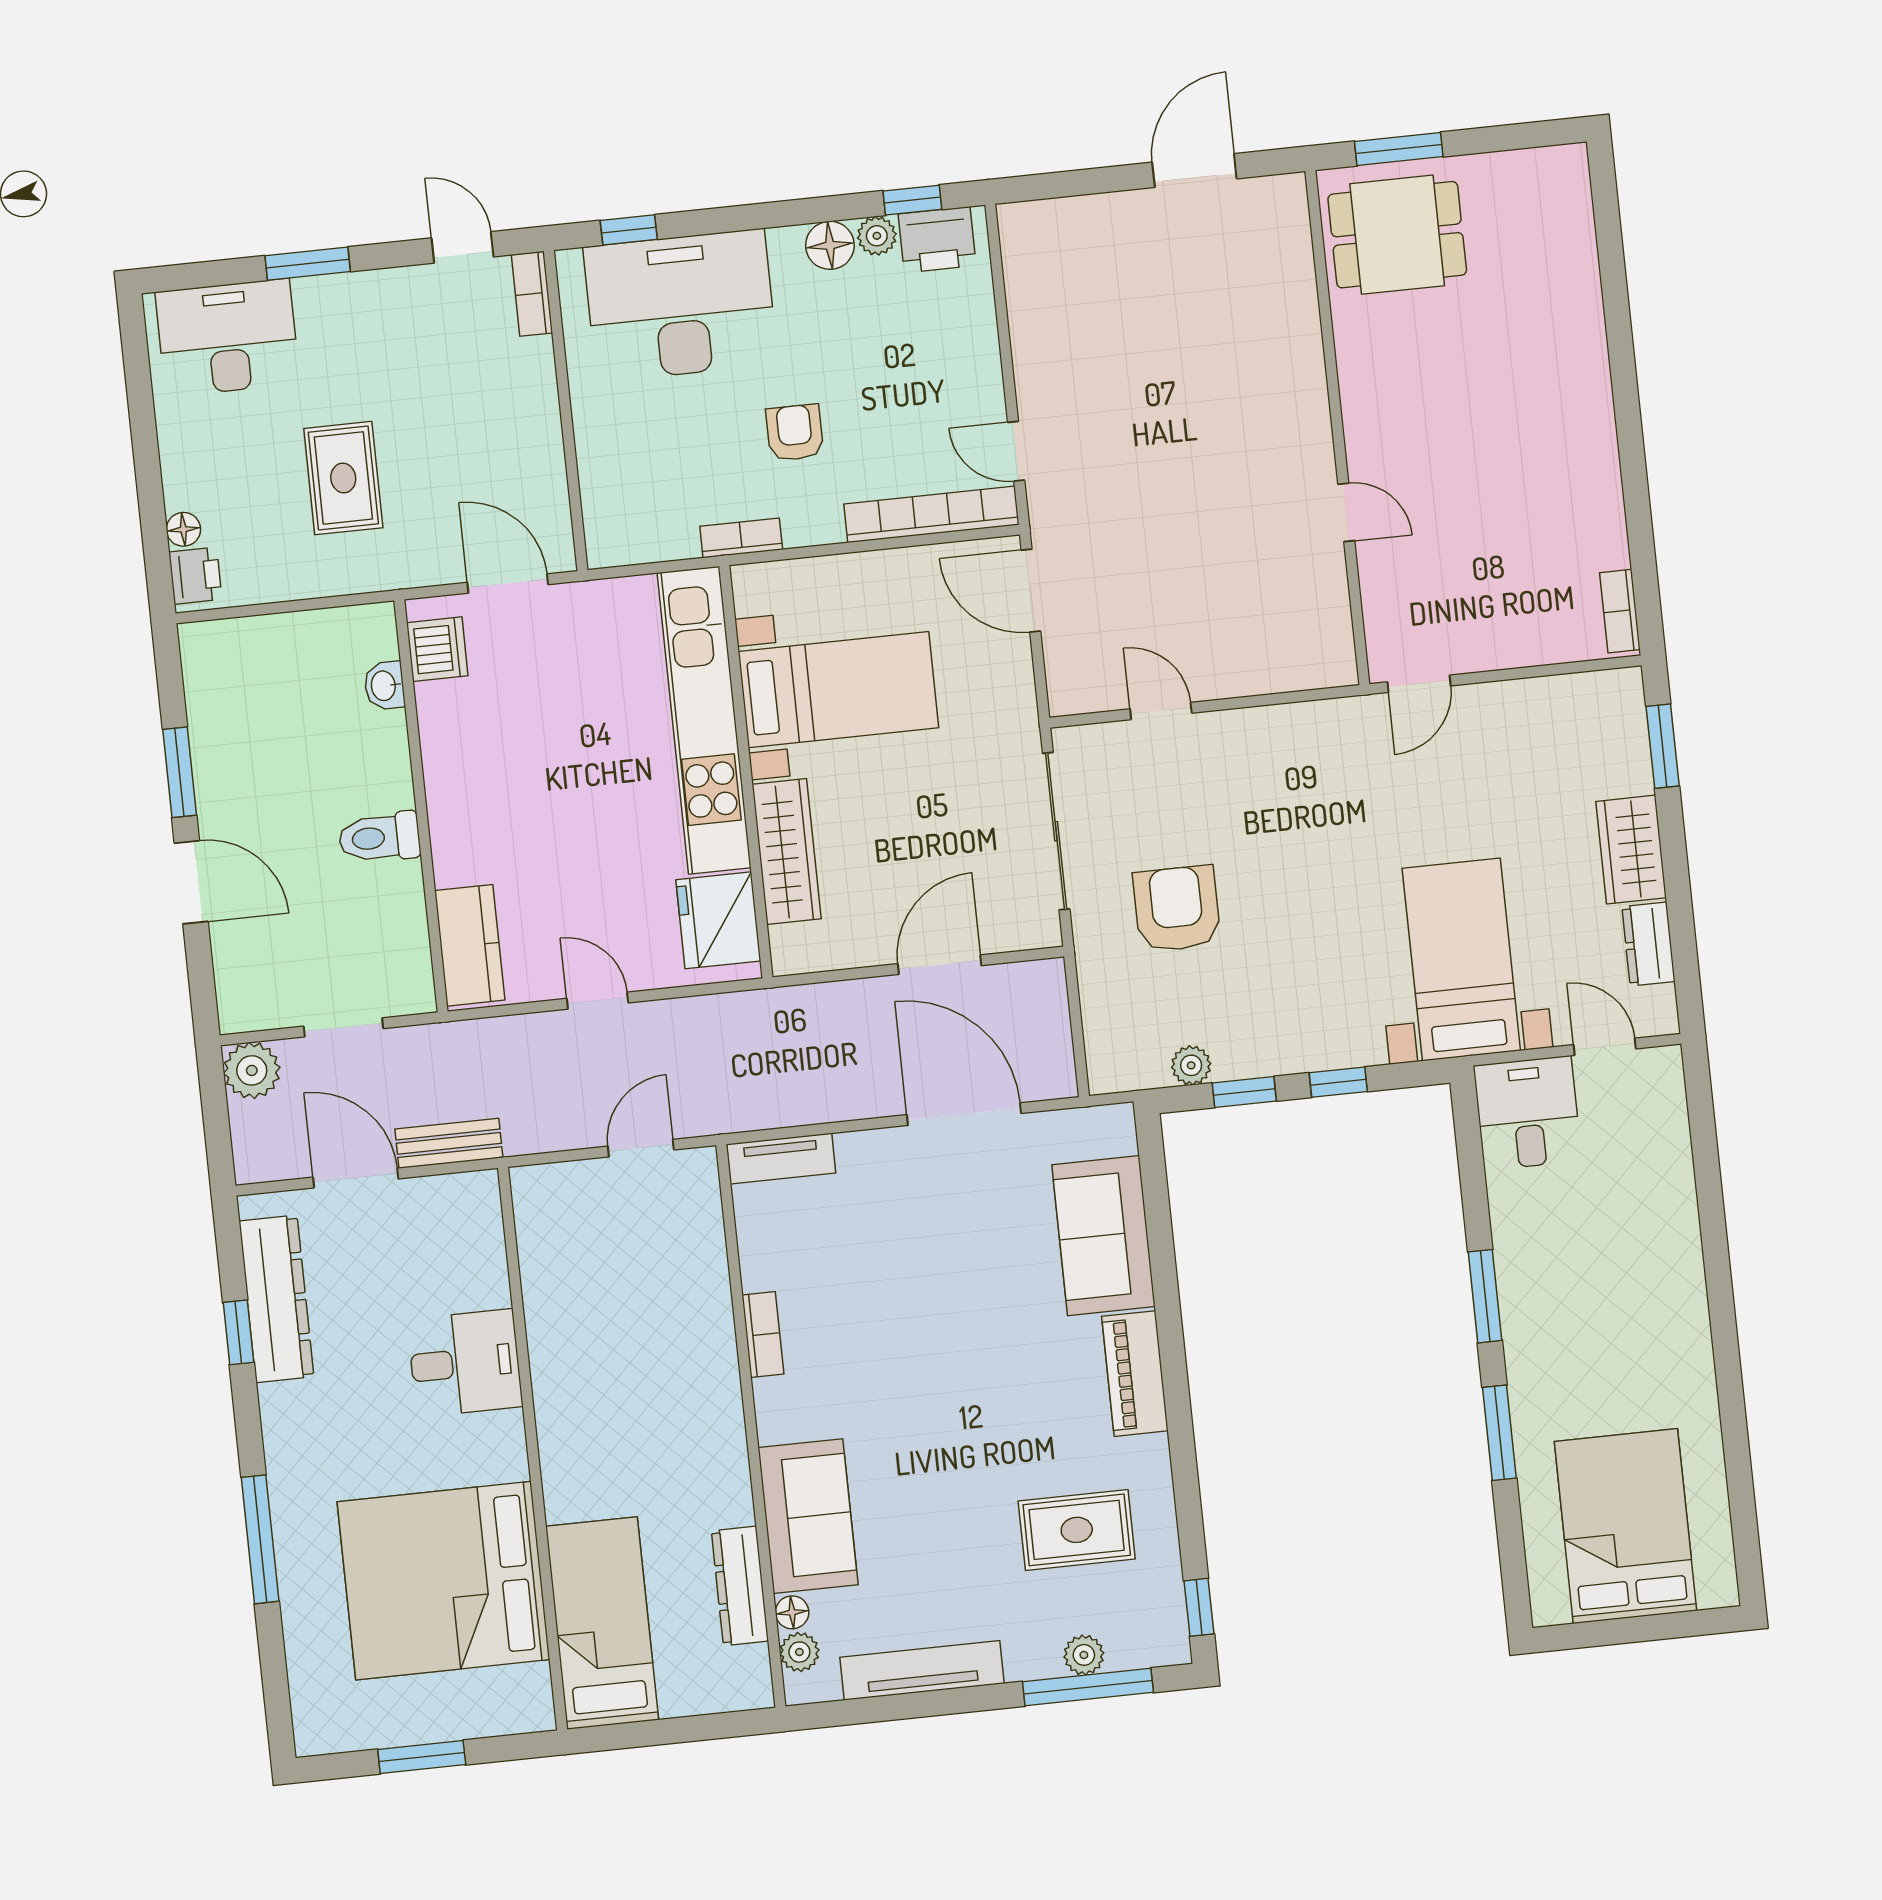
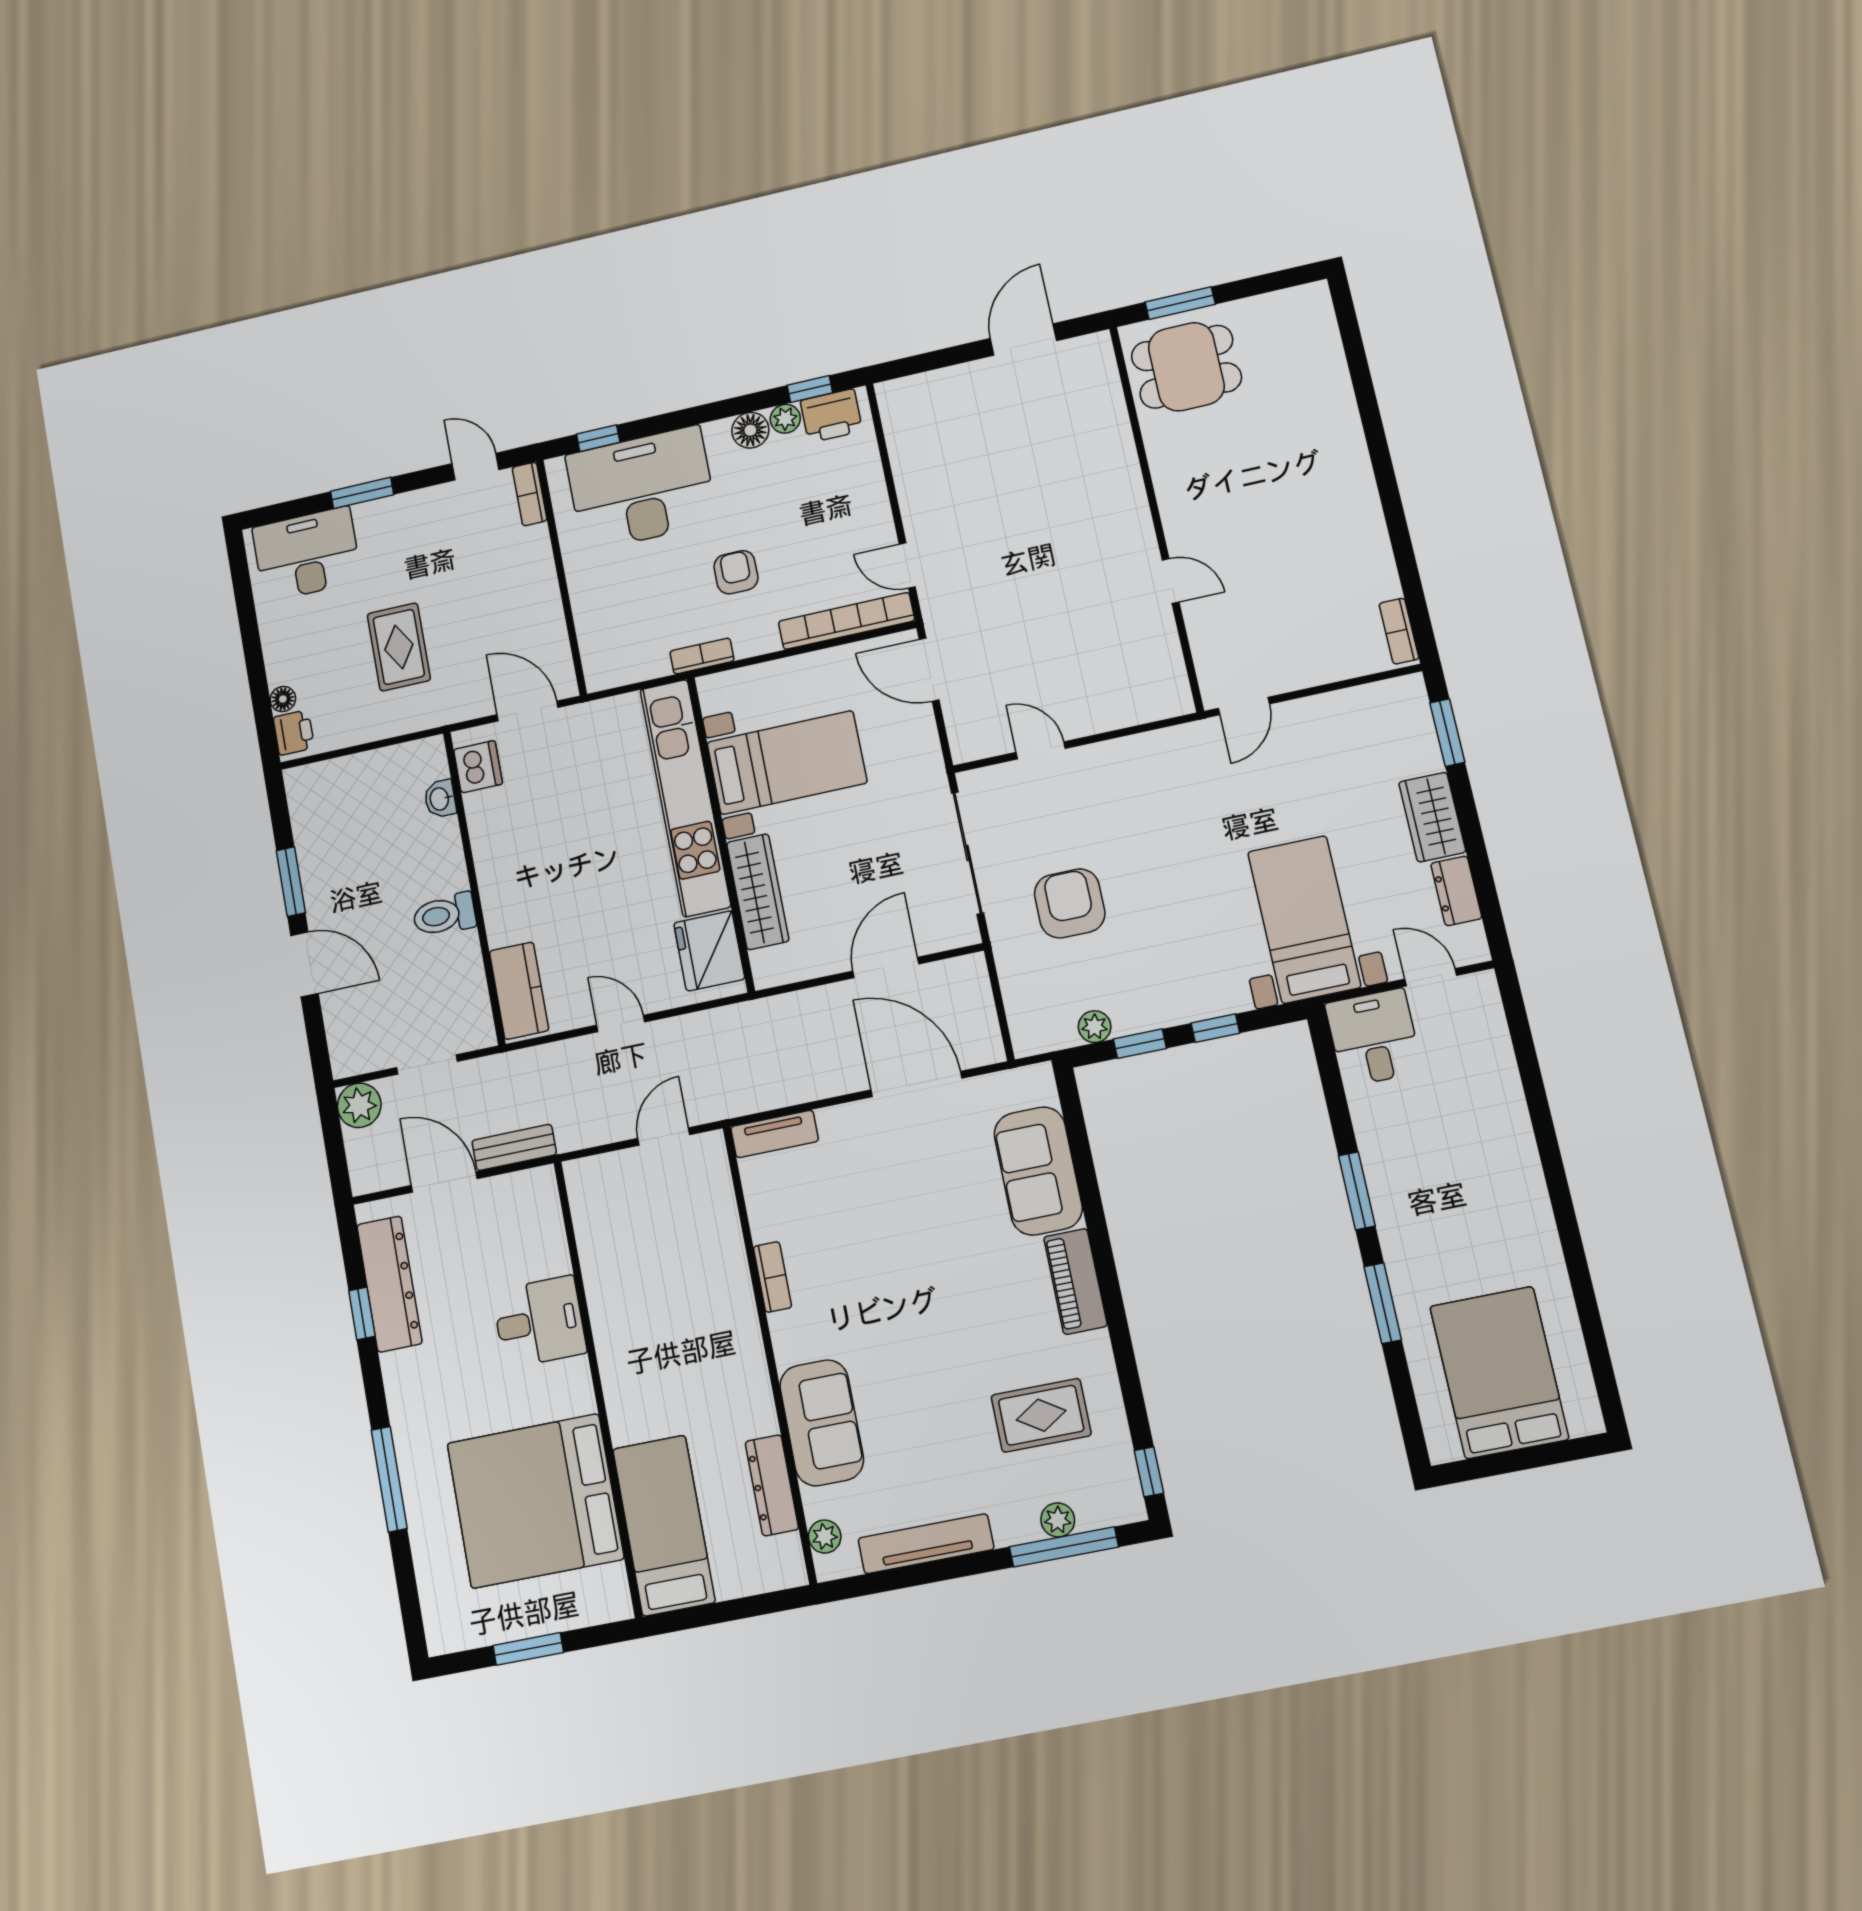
floor lamp: (792, 1612) -> (816, 1504), removed

